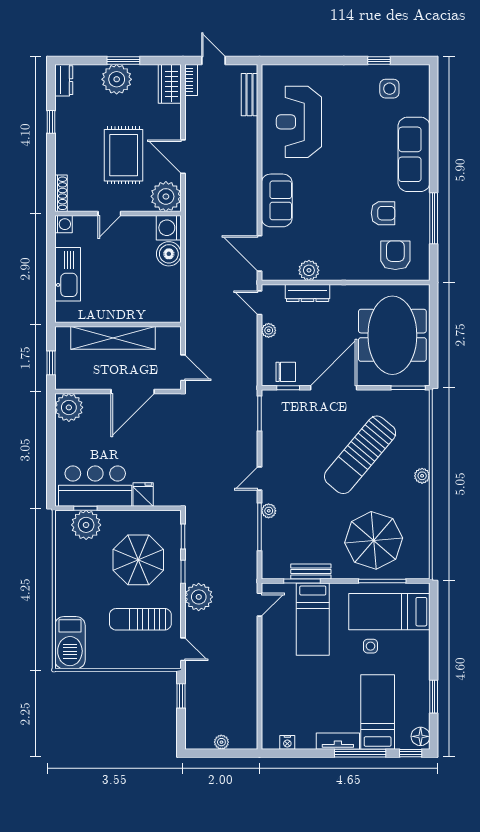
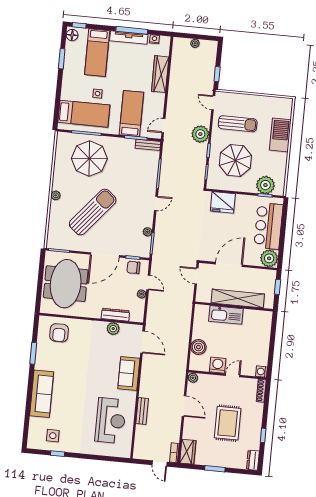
plant: (117, 79) -> (220, 458), removed
bench: (249, 95) -> (142, 411), moved
rug: (124, 155) -> (228, 423), moved
plant: (166, 196) -> (193, 378), width x0.53, depth x0.53
armchair: (383, 213) -> (64, 359), removed
window: (434, 218) -> (33, 353), width x0.69
washing machine: (169, 228) -> (218, 365), moved, turned -90
kitchen sink: (68, 274) -> (226, 315), moved, turned -90
door: (260, 303) -> (148, 283), moved
bar counter: (95, 486) -> (268, 226), moved, turned 90
fridge: (143, 494) -> (223, 202), width x1.88, depth x1.34
plant: (269, 511) -> (147, 232), moved
bench: (311, 571) -> (148, 145), moved
barbecue: (70, 643) -> (280, 135), moved
wardrobe: (273, 687) -> (160, 74), added
tv unit: (338, 741) -> (129, 38), width x1.41
window: (360, 753) -> (132, 30), moved

